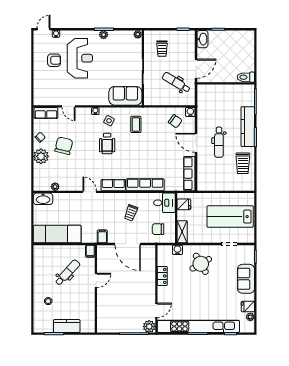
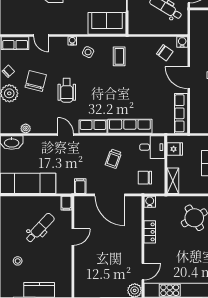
wheelchair: (107, 144) -> (67, 90), moved
water cooler: (177, 250) -> (150, 202), moved

